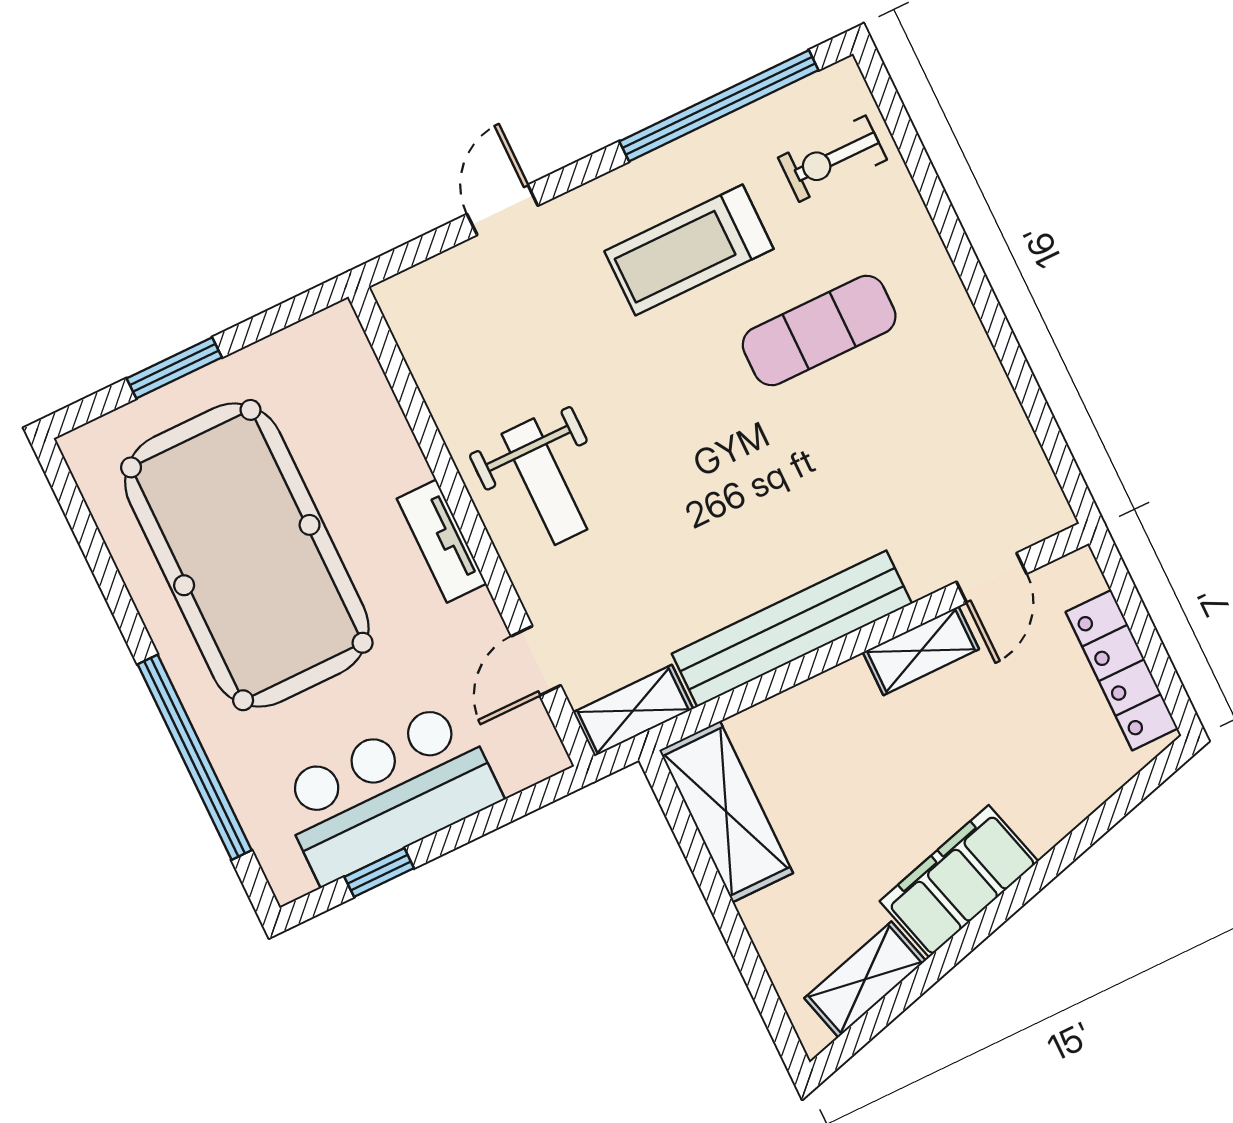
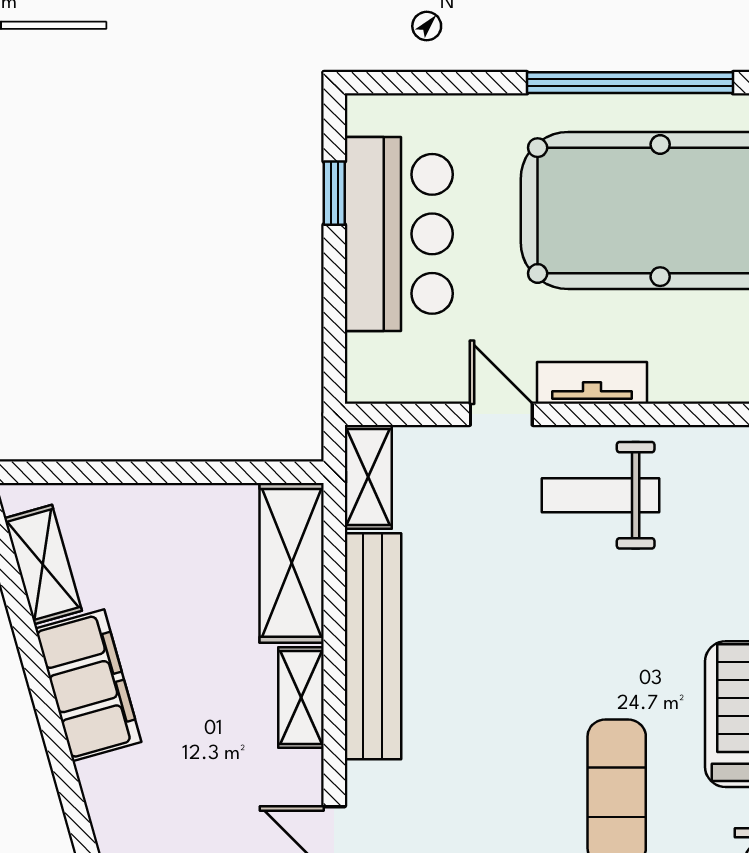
shelving: (921, 651) -> (301, 698), moved
door: (536, 661) -> (501, 414), moved
window: (195, 757) -> (630, 83), moved
shelving: (726, 812) -> (292, 563), moved, turned 90

